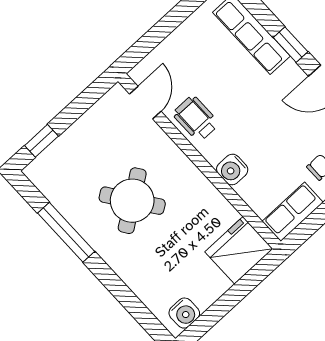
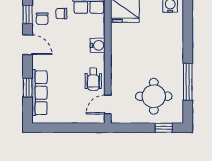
window: (291, 45) -> (28, 88), moved
round table: (132, 201) -> (154, 96), moved, turned 35

